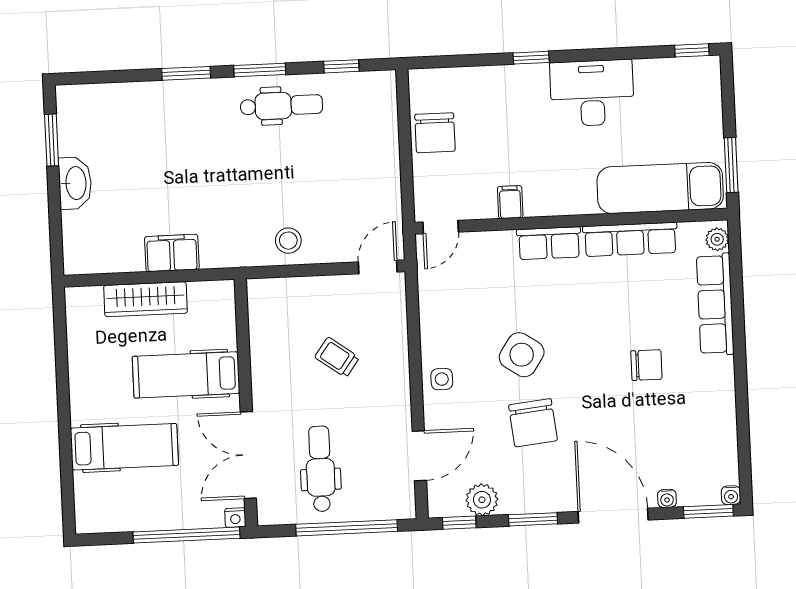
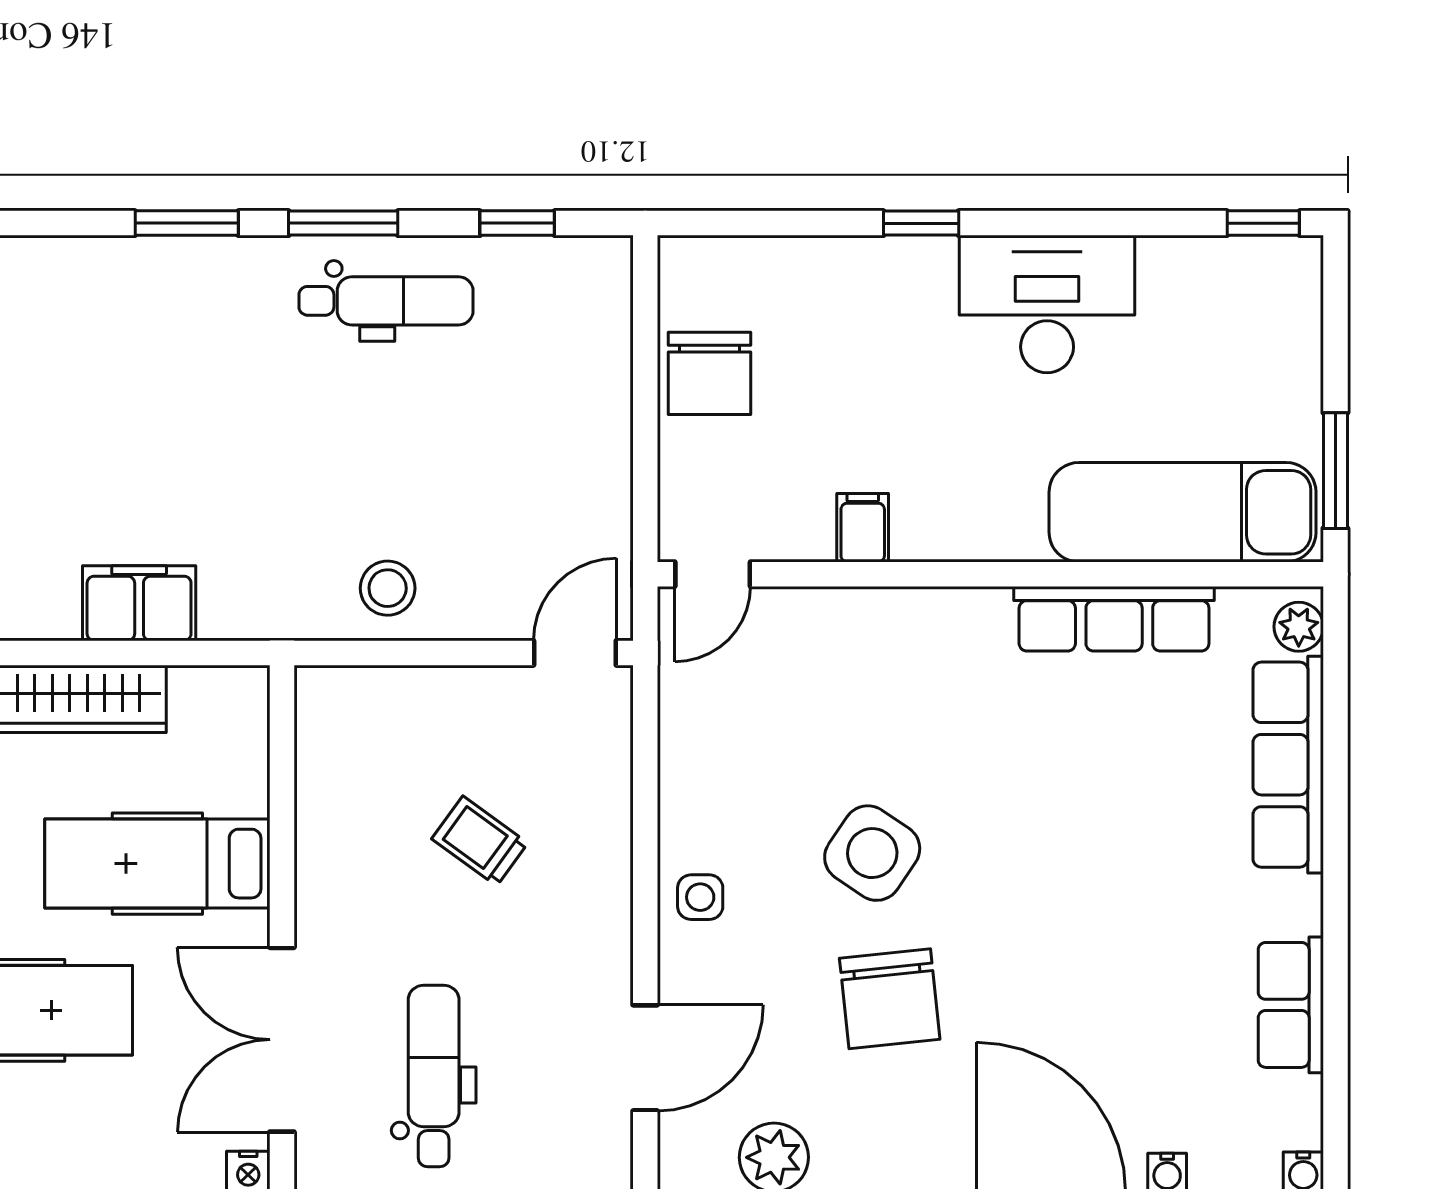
row of seats: (549, 243) -> (1291, 1005), moved, turned 90
chair: (646, 365) -> (1136, 887), removed

